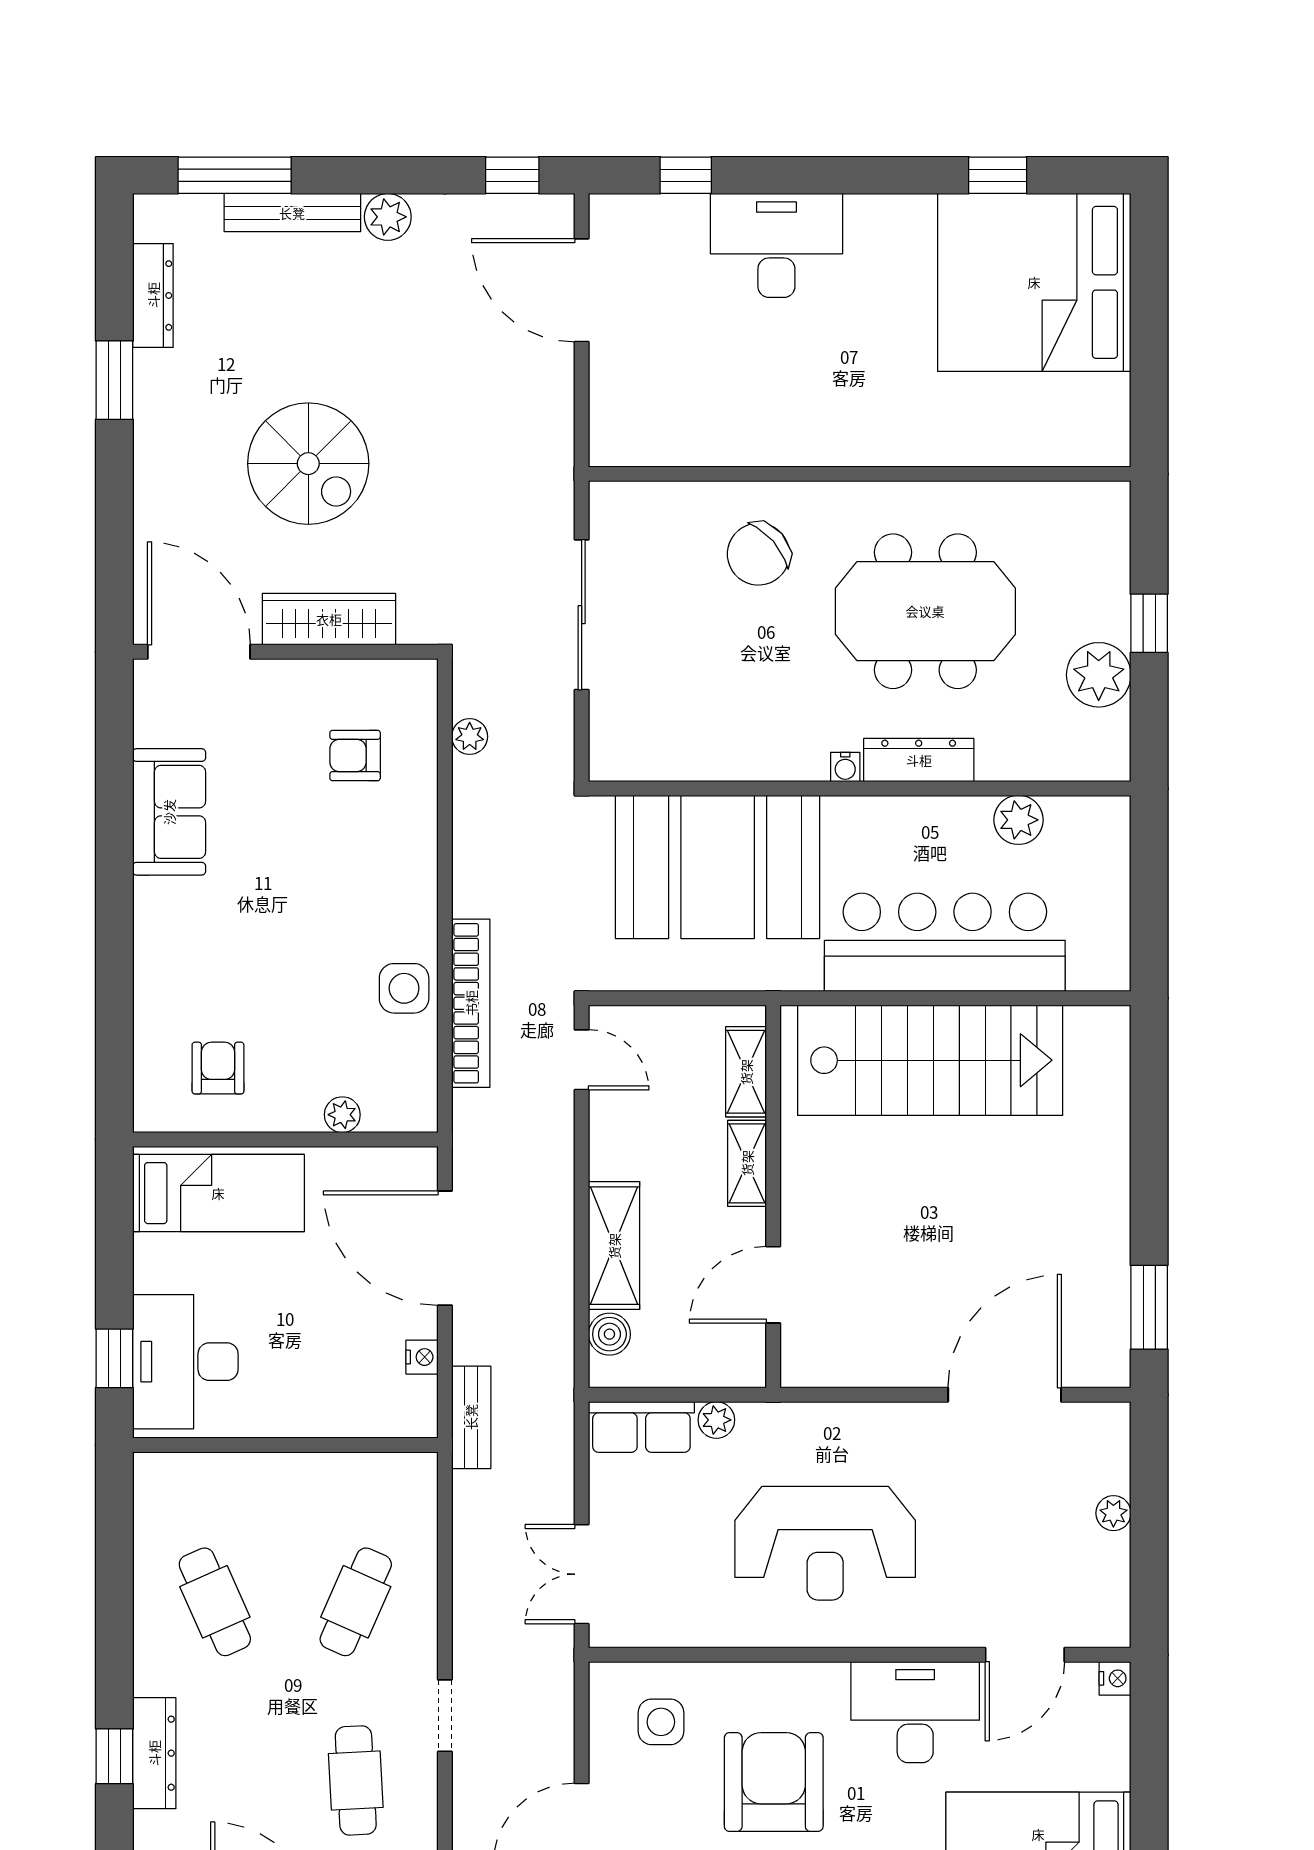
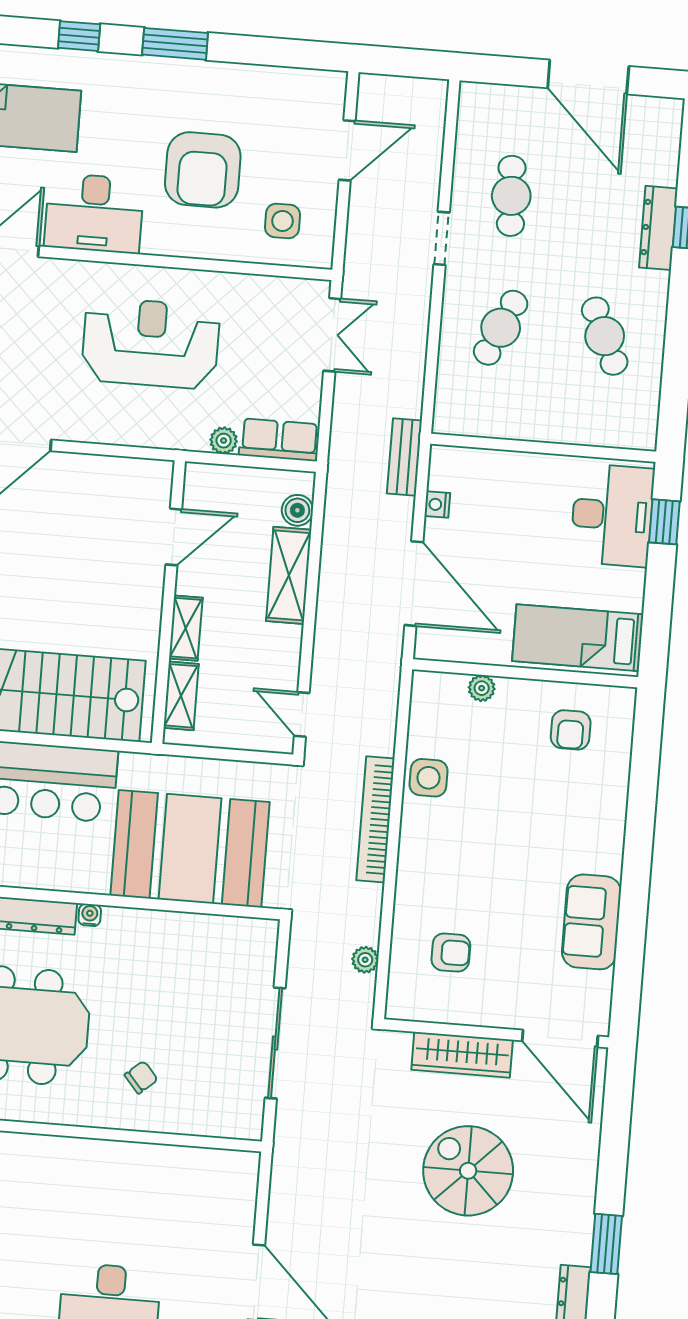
chair: (758, 554) -> (141, 1077), width x0.54, depth x0.54
bookcase: (471, 1003) -> (376, 819), moved

